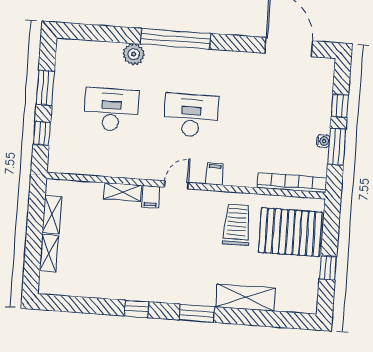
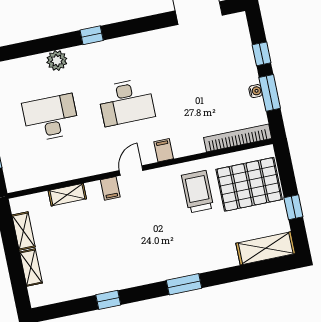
window: (175, 39) -> (92, 35), width x0.32
desk: (191, 115) -> (126, 102), turned 180
shelving: (123, 192) -> (67, 195), moved
shelving: (246, 298) -> (266, 248), moved
window: (137, 309) -> (108, 300), moved

